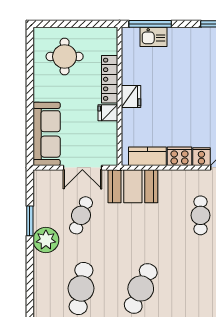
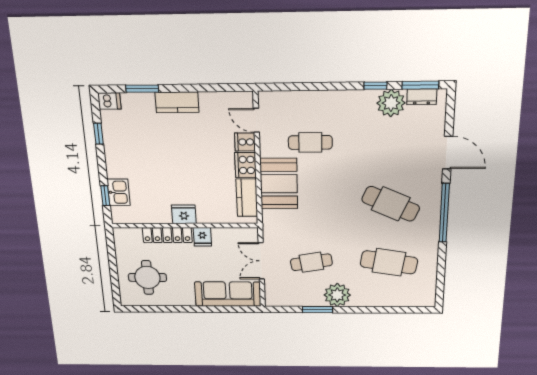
window: (150, 24) -> (105, 196), width x0.46
double door: (82, 168) -> (261, 261), swing flipped
booth: (133, 186) -> (279, 184), moved
cafe table: (81, 215) -> (311, 262), turned -30

